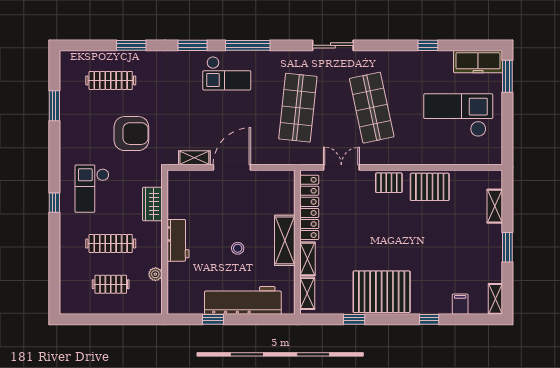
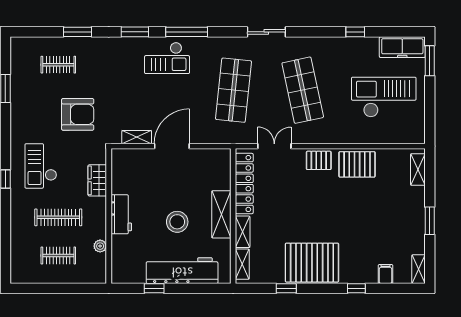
clothes rail: (111, 80) -> (58, 65), width x0.73
shelving: (495, 206) -> (418, 169), moved
stool: (238, 248) -> (177, 222), width x1.89, depth x1.89

